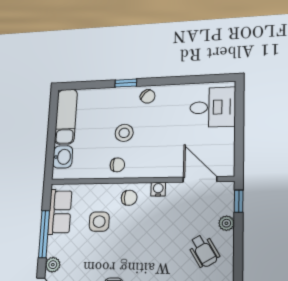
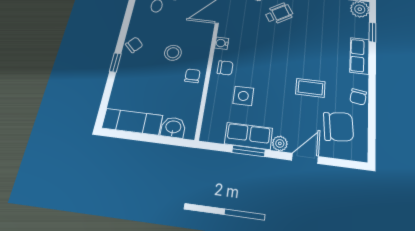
stool: (124, 133) -> (173, 53), moved
chair: (129, 198) -> (225, 68), turned 90
row of seats: (60, 212) -> (248, 136), moved
window: (44, 234) -> (249, 151), width x0.69

